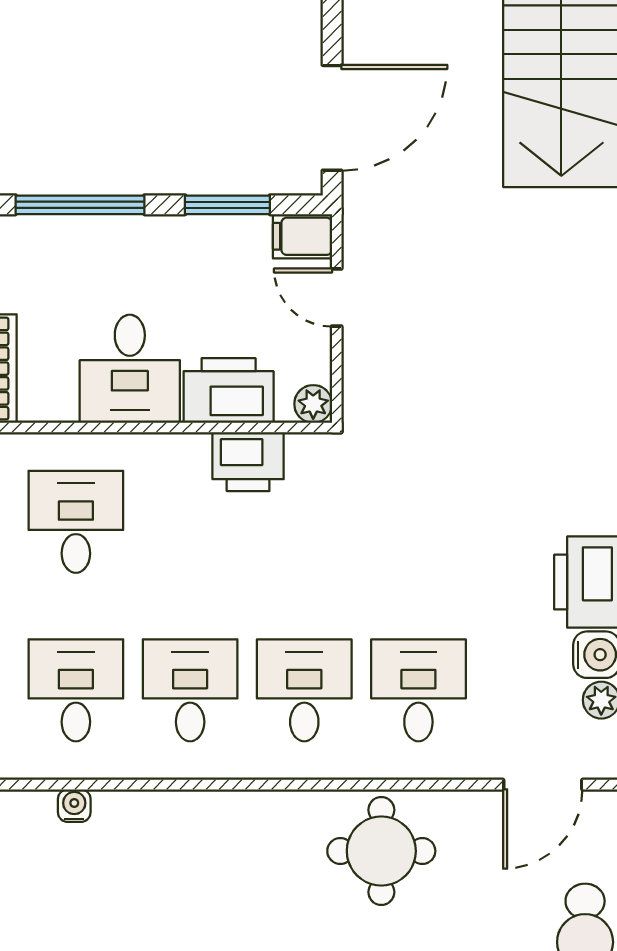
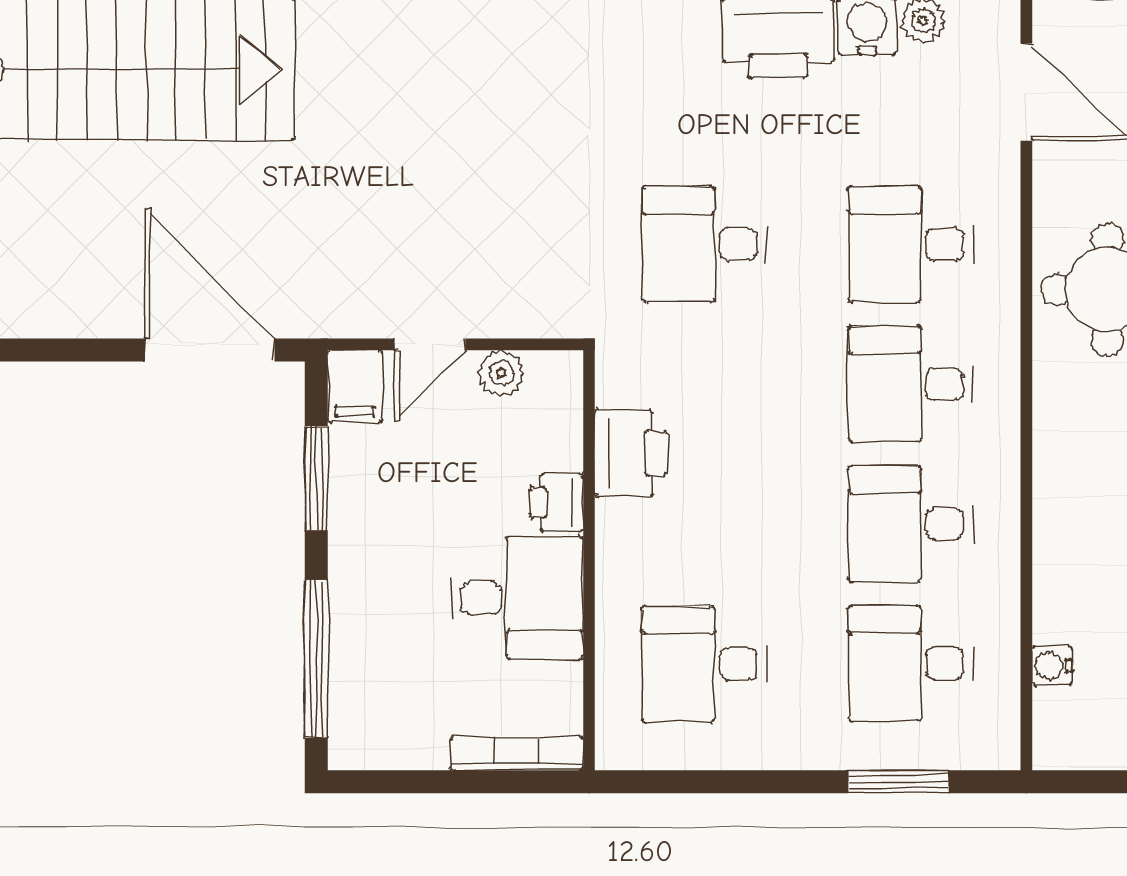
printer: (229, 391) -> (557, 503), width x0.53, depth x0.68
plant: (313, 404) -> (501, 373), moved
desk: (418, 522) -> (704, 244), added

